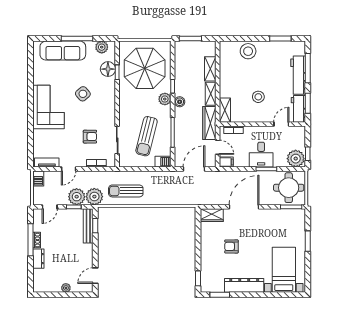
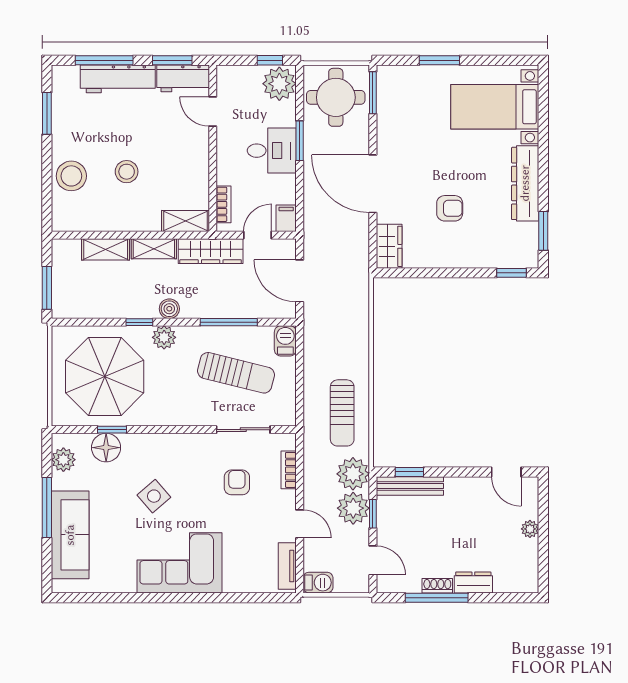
stool: (258, 97) -> (127, 172), moved
armchair: (231, 246) -> (450, 208), turned -90

